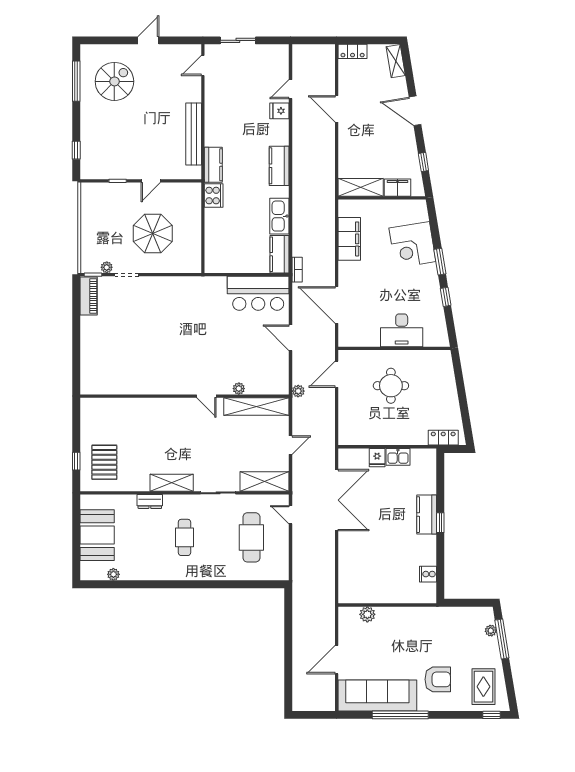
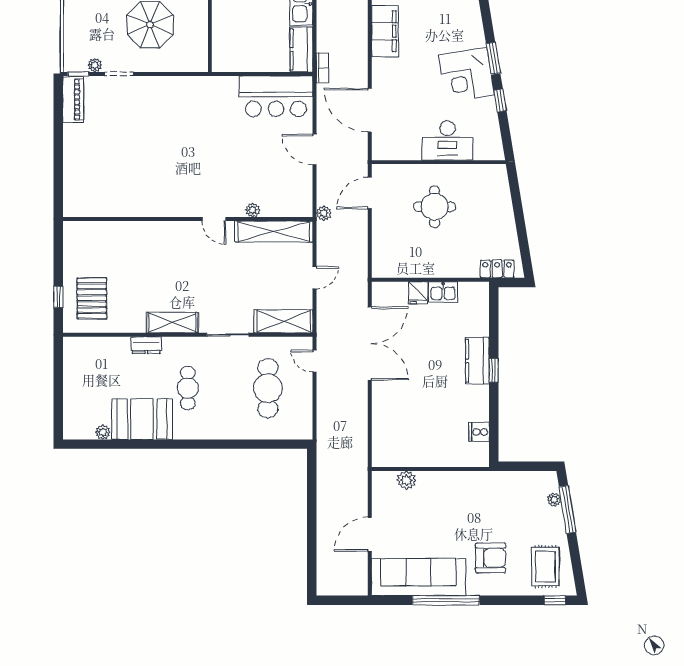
corner desk: (412, 245) -> (466, 75), moved
booth: (97, 535) -> (142, 419), moved, turned 90

